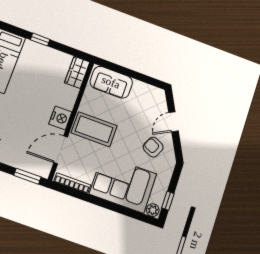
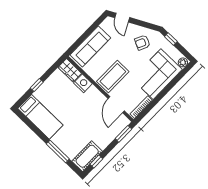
sofa: (111, 82) -> (90, 46), width x1.36
nightstand: (60, 118) -> (83, 83), moved
door: (173, 122) -> (122, 18), moved
window: (168, 201) -> (171, 39), moved

